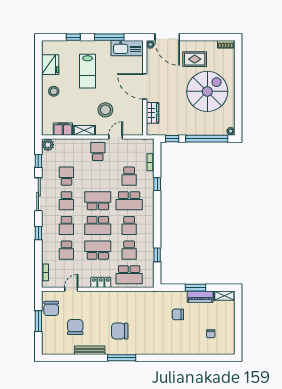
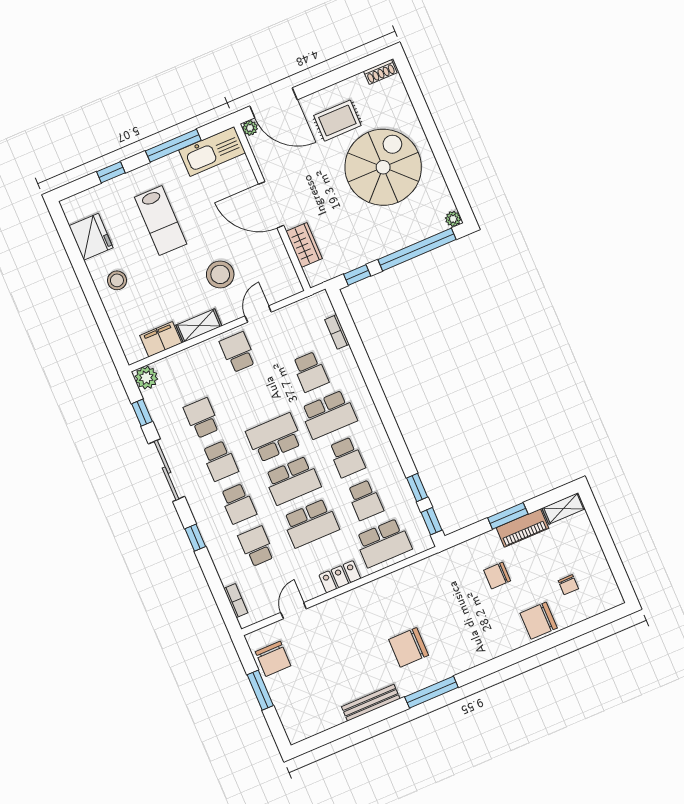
window: (157, 184) -> (431, 521), moved
school desk: (66, 250) -> (256, 546), turned 180
school desk: (98, 250) -> (311, 523), turned 180
chair: (75, 327) -> (539, 621), moved, turned -90

